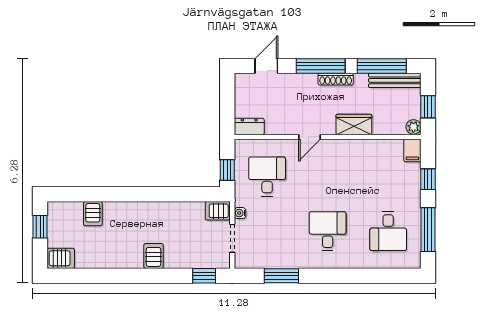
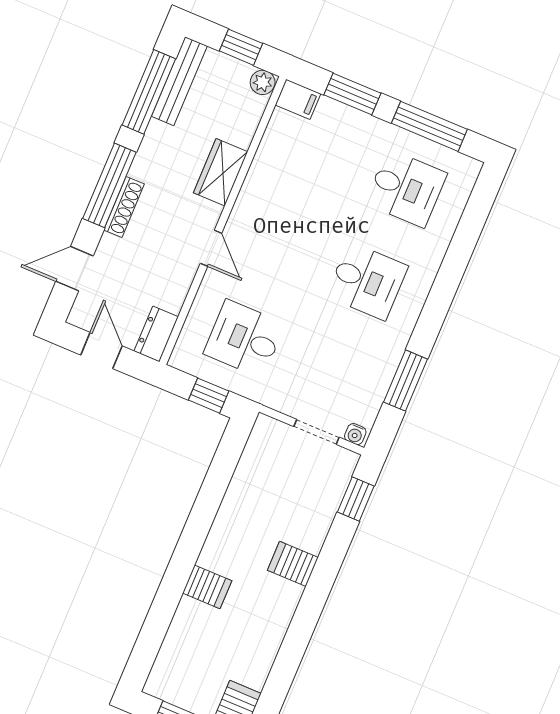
door: (266, 66) -> (75, 269), hinge flipped
shoe rack: (336, 79) -> (124, 207), moved
door: (227, 100) -> (101, 350), added
window: (428, 179) -> (352, 94), width x1.50
server rack: (218, 211) -> (265, 436), removed
water cooler: (240, 213) -> (355, 434), moved
server rack: (93, 214) -> (207, 587), moved
desk: (328, 231) -> (367, 281), turned 180

